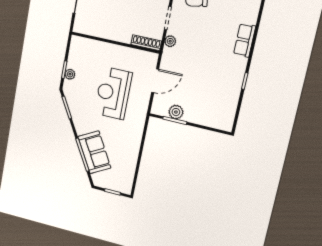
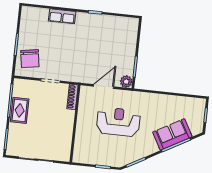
plant: (170, 41) -> (69, 77), removed
plant: (70, 74) -> (106, 161), removed
door: (155, 81) -> (103, 86), hinge flipped
reception desk: (113, 93) -> (118, 122), turned 180
plant: (176, 112) -> (126, 82), moved

